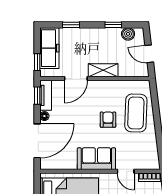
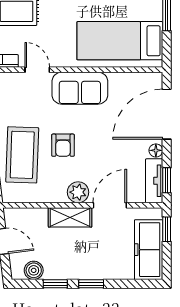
window: (71, 25) -> (91, 284), moved
plant: (98, 87) -> (78, 192), added

